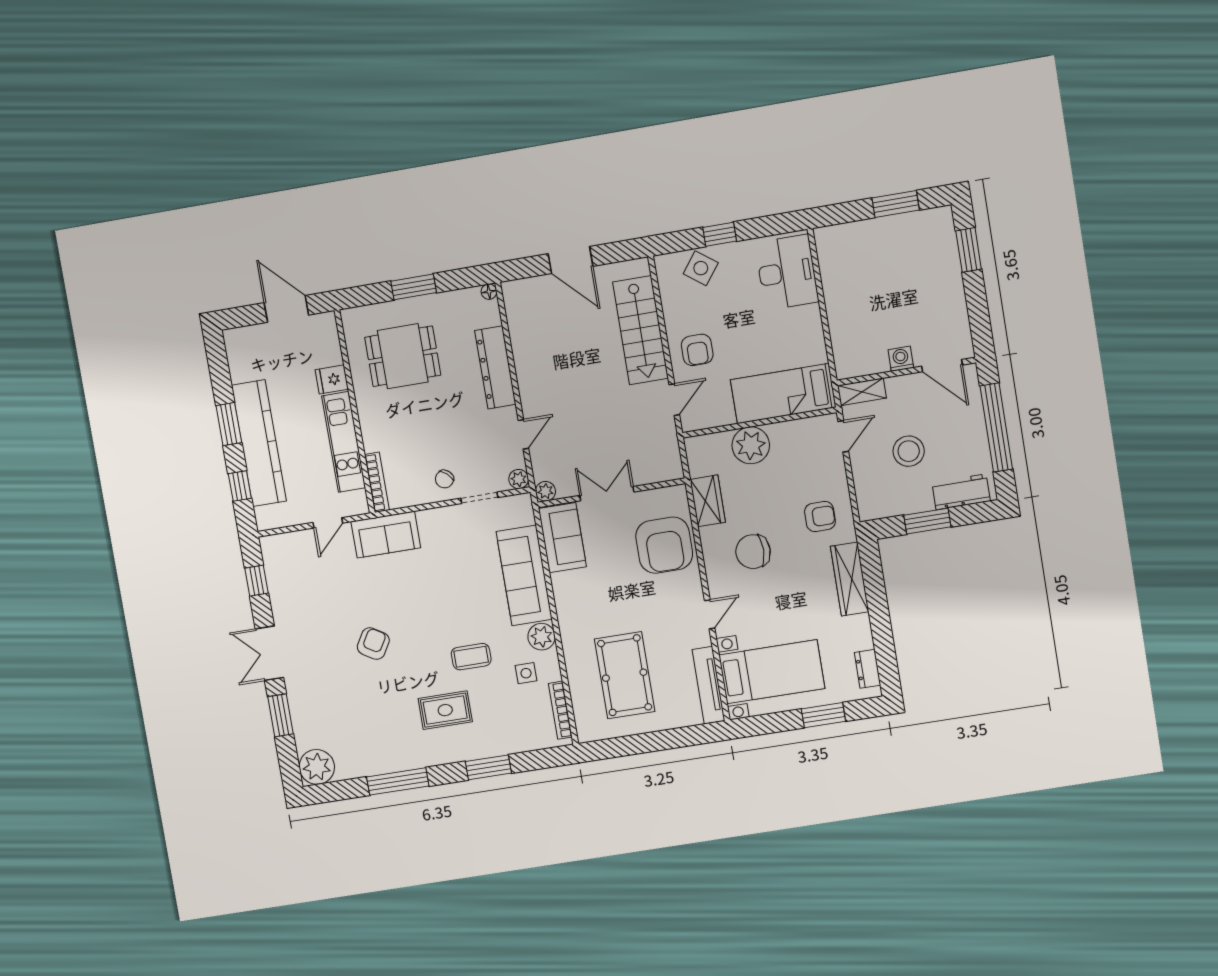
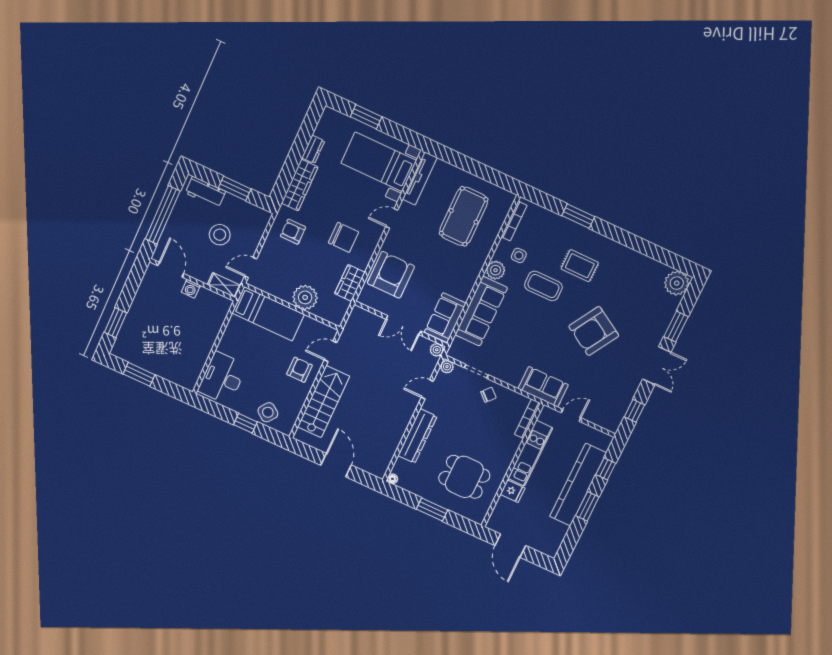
armchair: (373, 644) -> (594, 331), width x1.88, depth x1.88
coffee table: (471, 657) -> (543, 286), width x1.36, depth x1.30
dresser: (867, 669) -> (313, 149), moved
window: (398, 781) -> (636, 243), removed

